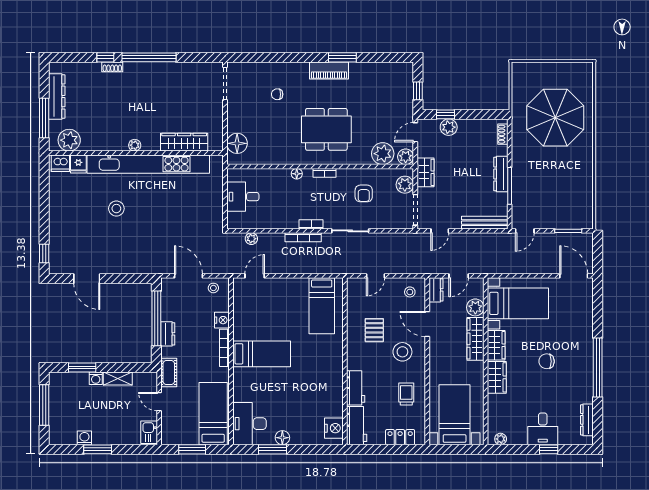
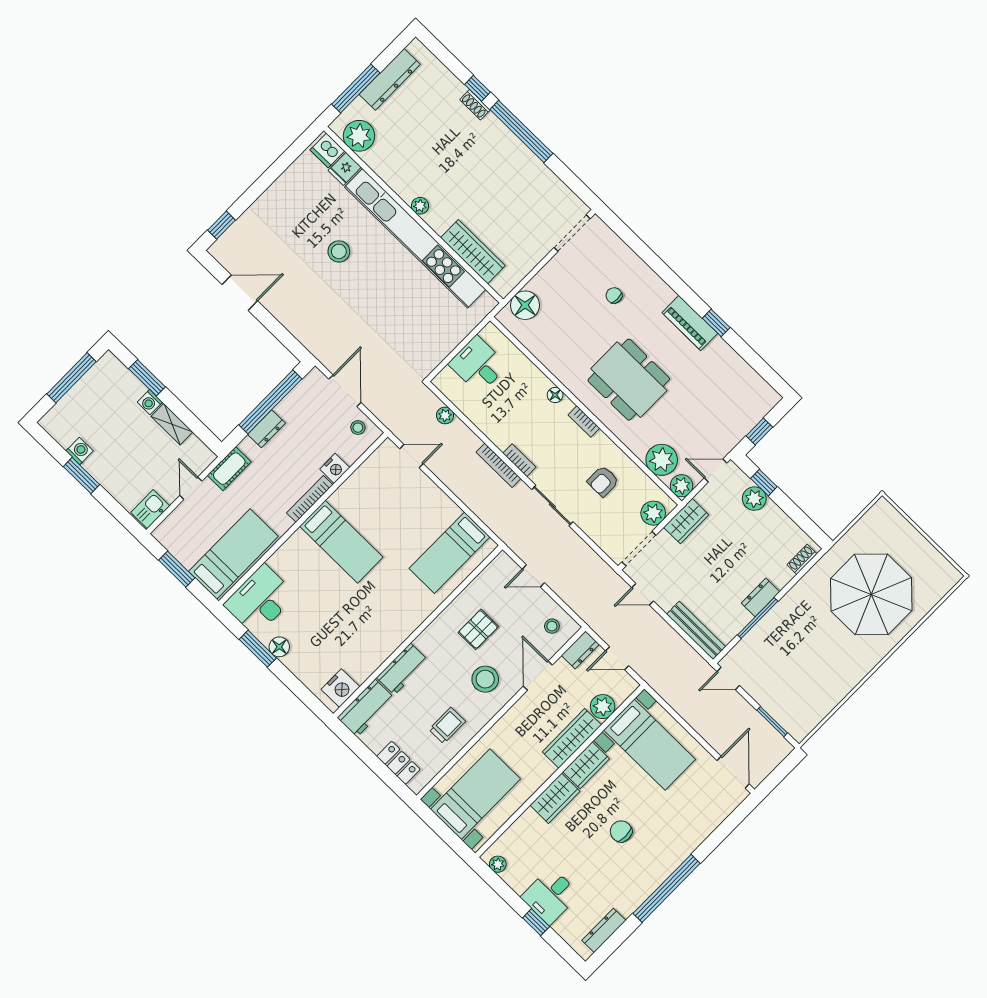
window: (342, 57) -> (716, 323), width x0.67
dresser: (501, 174) -> (760, 597), width x0.70
door: (87, 279) -> (240, 293), swing flipped

